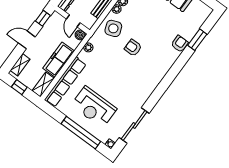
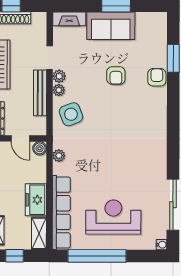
armchair: (133, 48) -> (116, 76), moved, turned -90
freezer: (59, 60) -> (36, 200), width x0.71
reception desk: (94, 107) -> (113, 217), turned 180
window: (81, 133) -> (97, 256), moved

